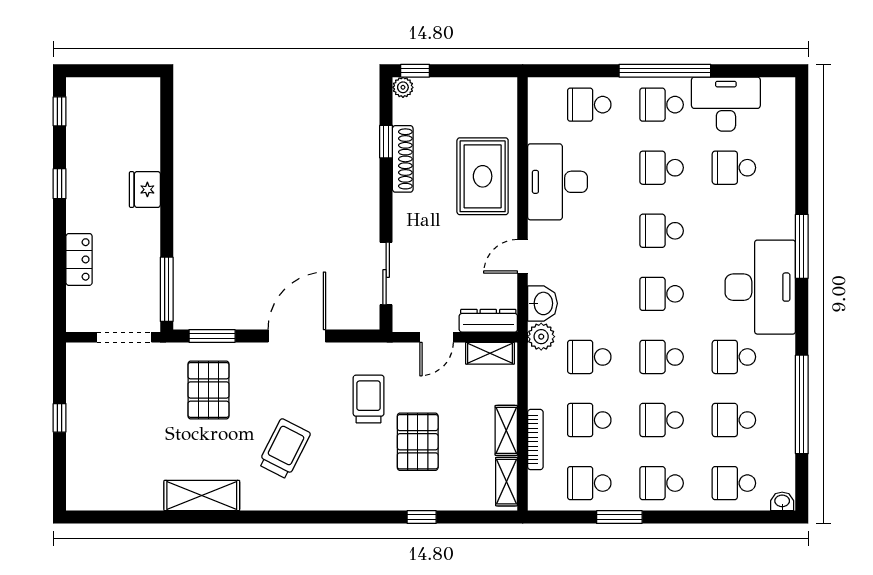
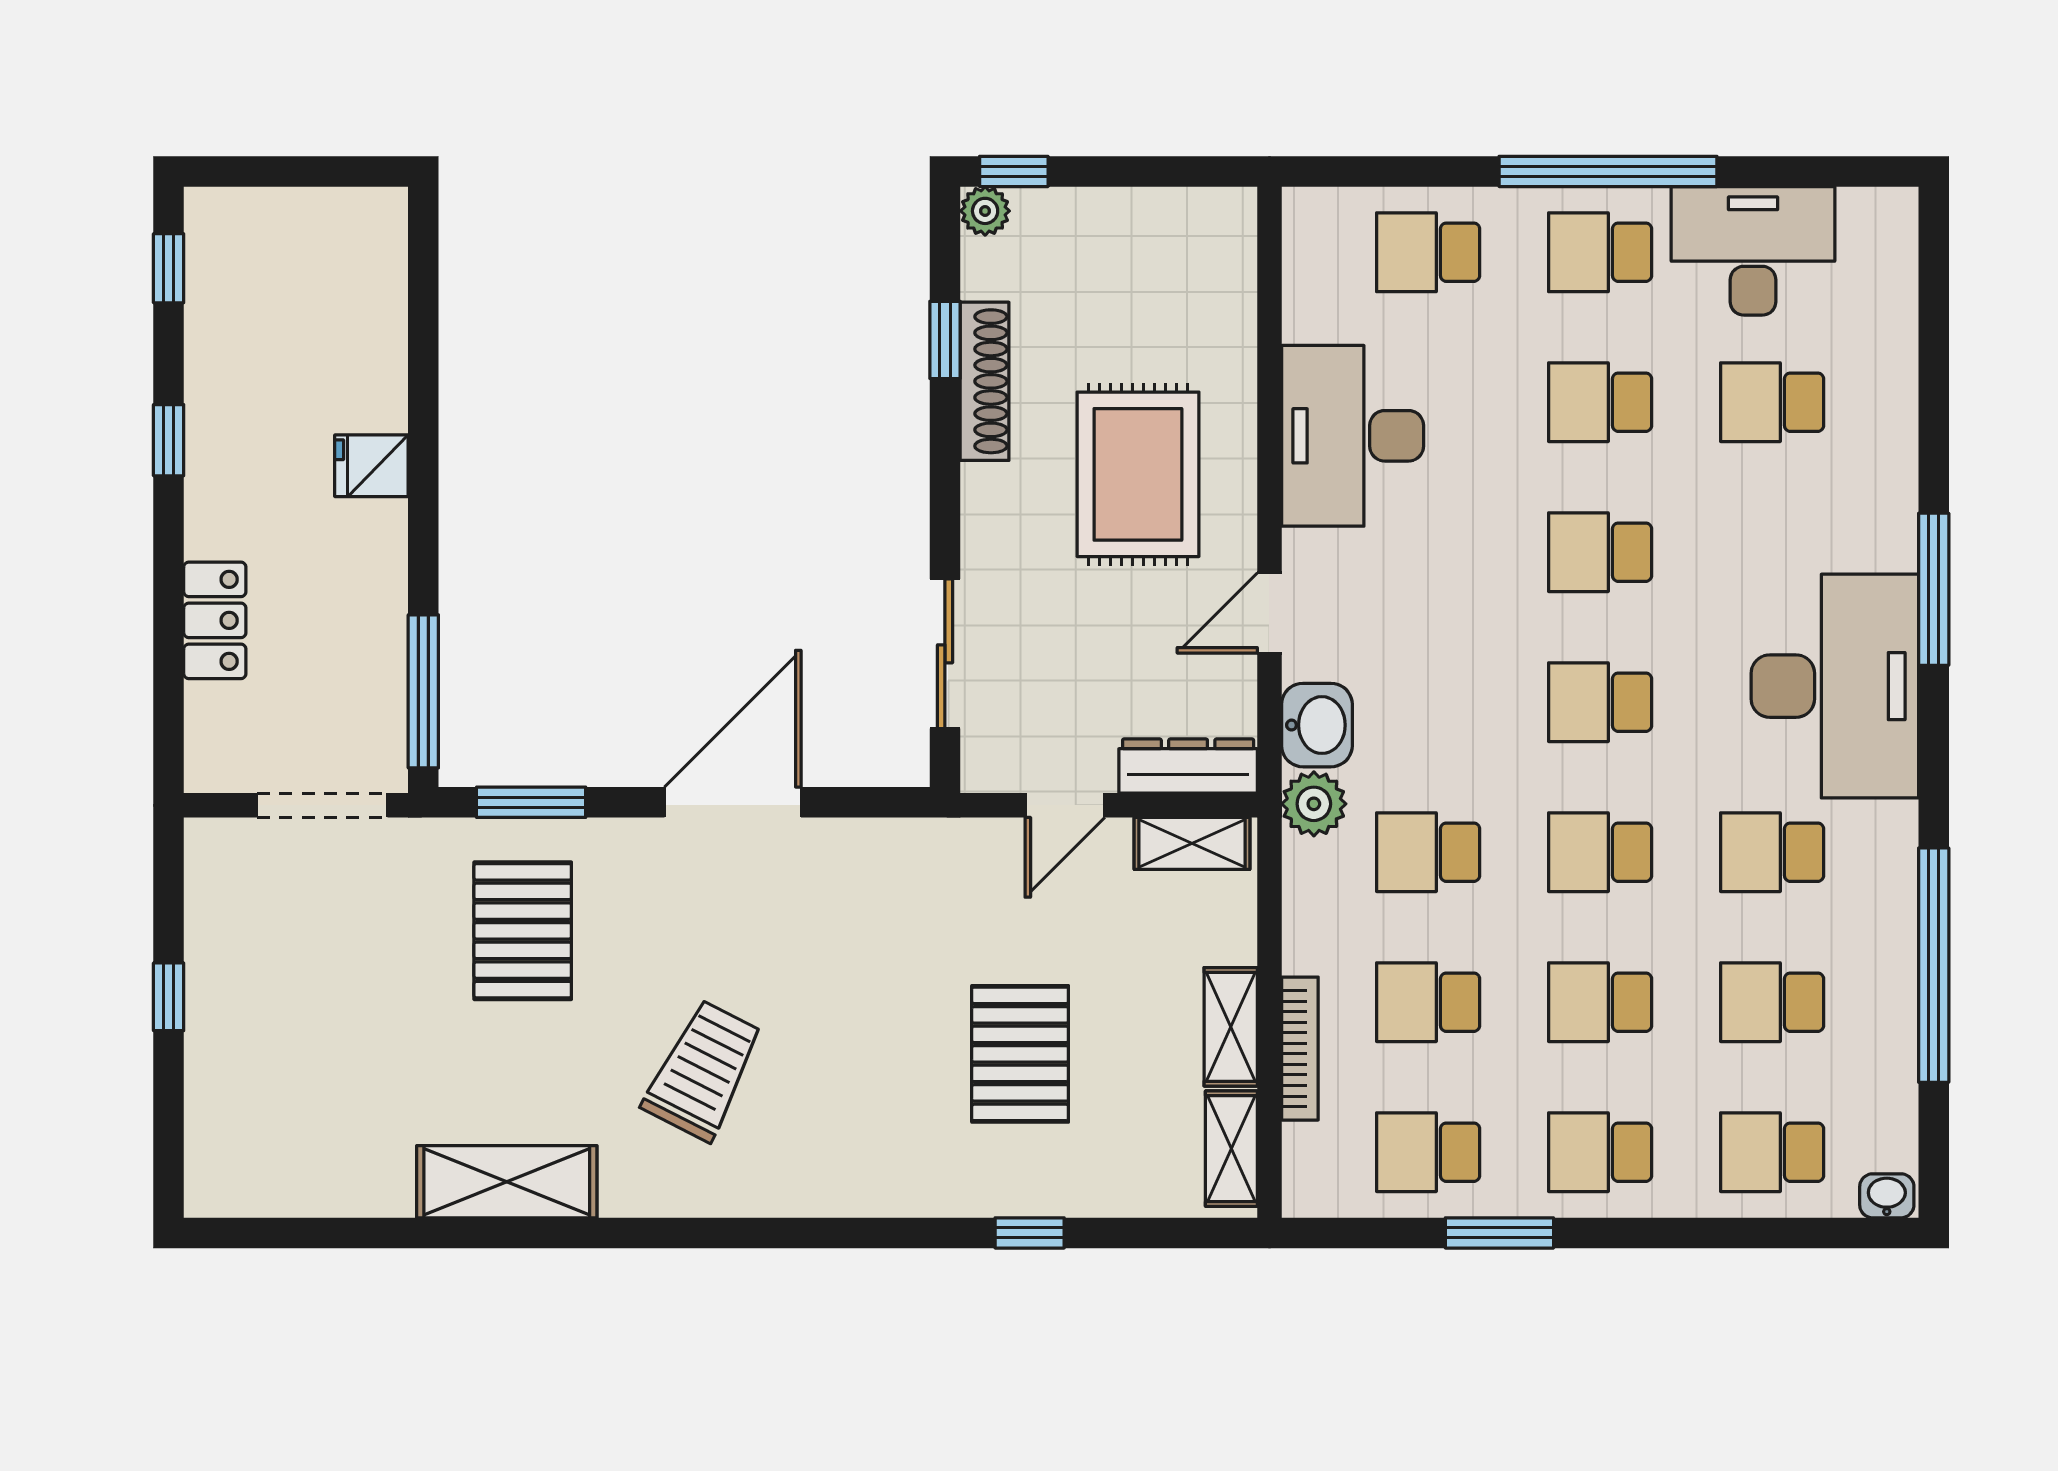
rug: (483, 176) -> (1138, 474), moved
fridge: (145, 189) -> (371, 466), width x0.72
trolley: (369, 399) -> (903, 952), removed

